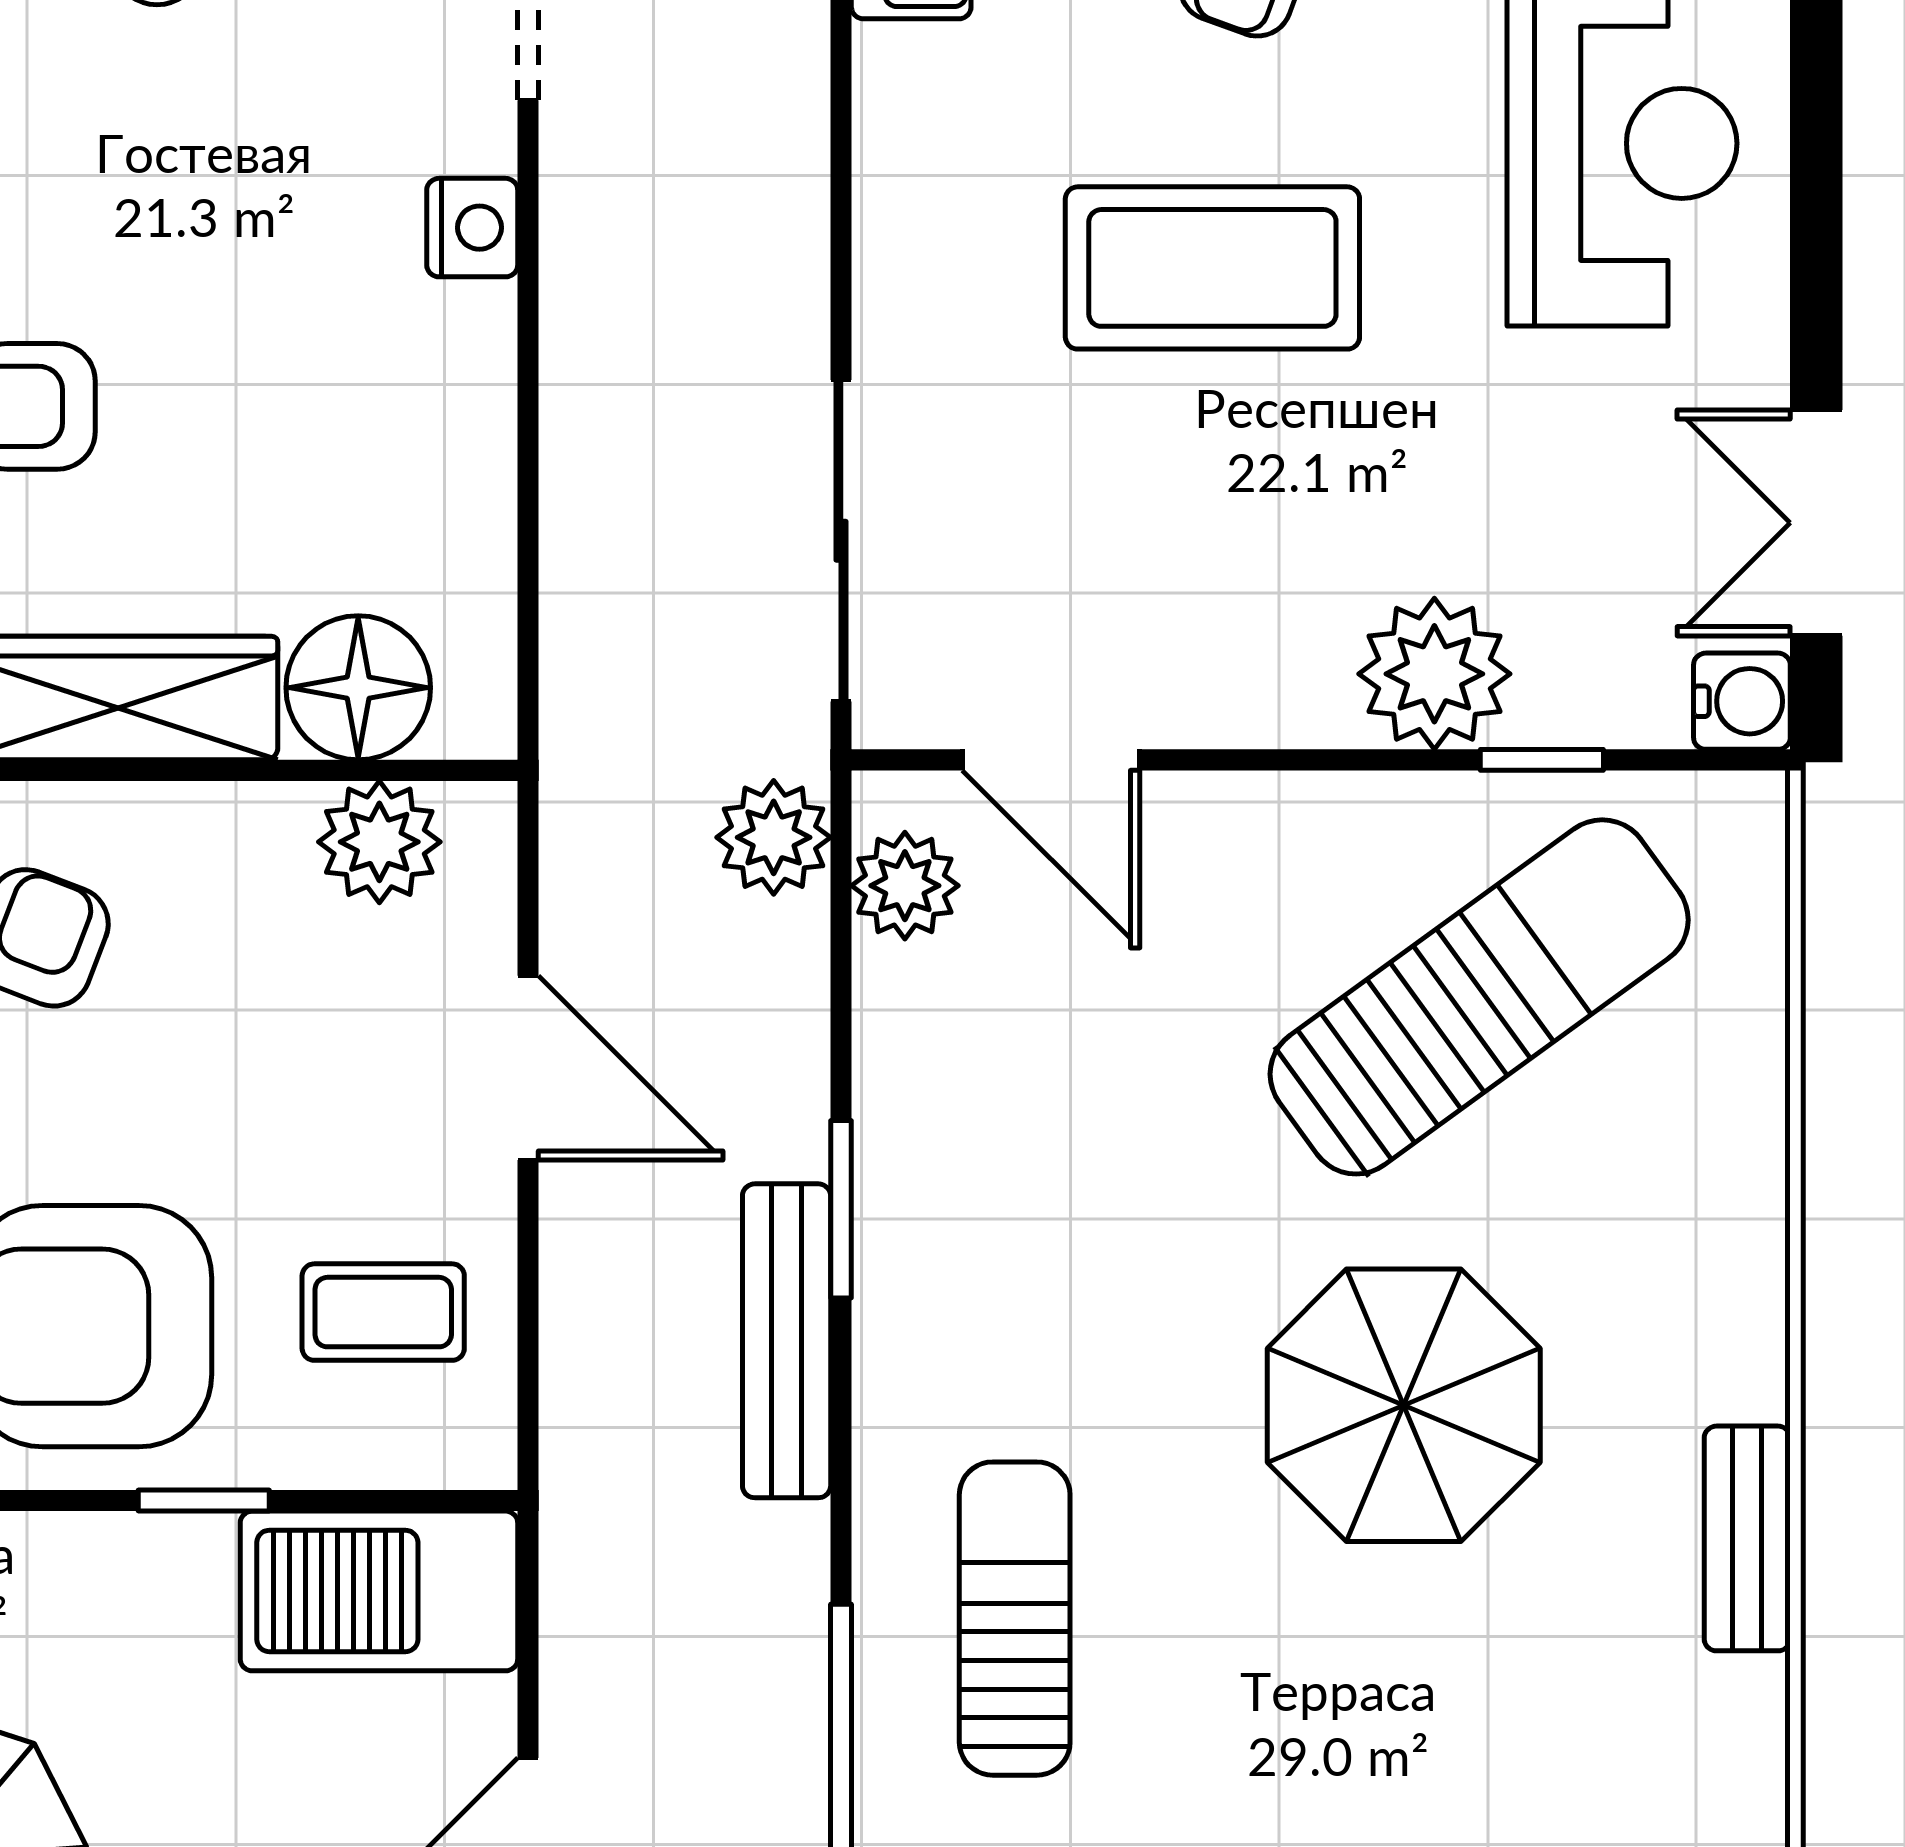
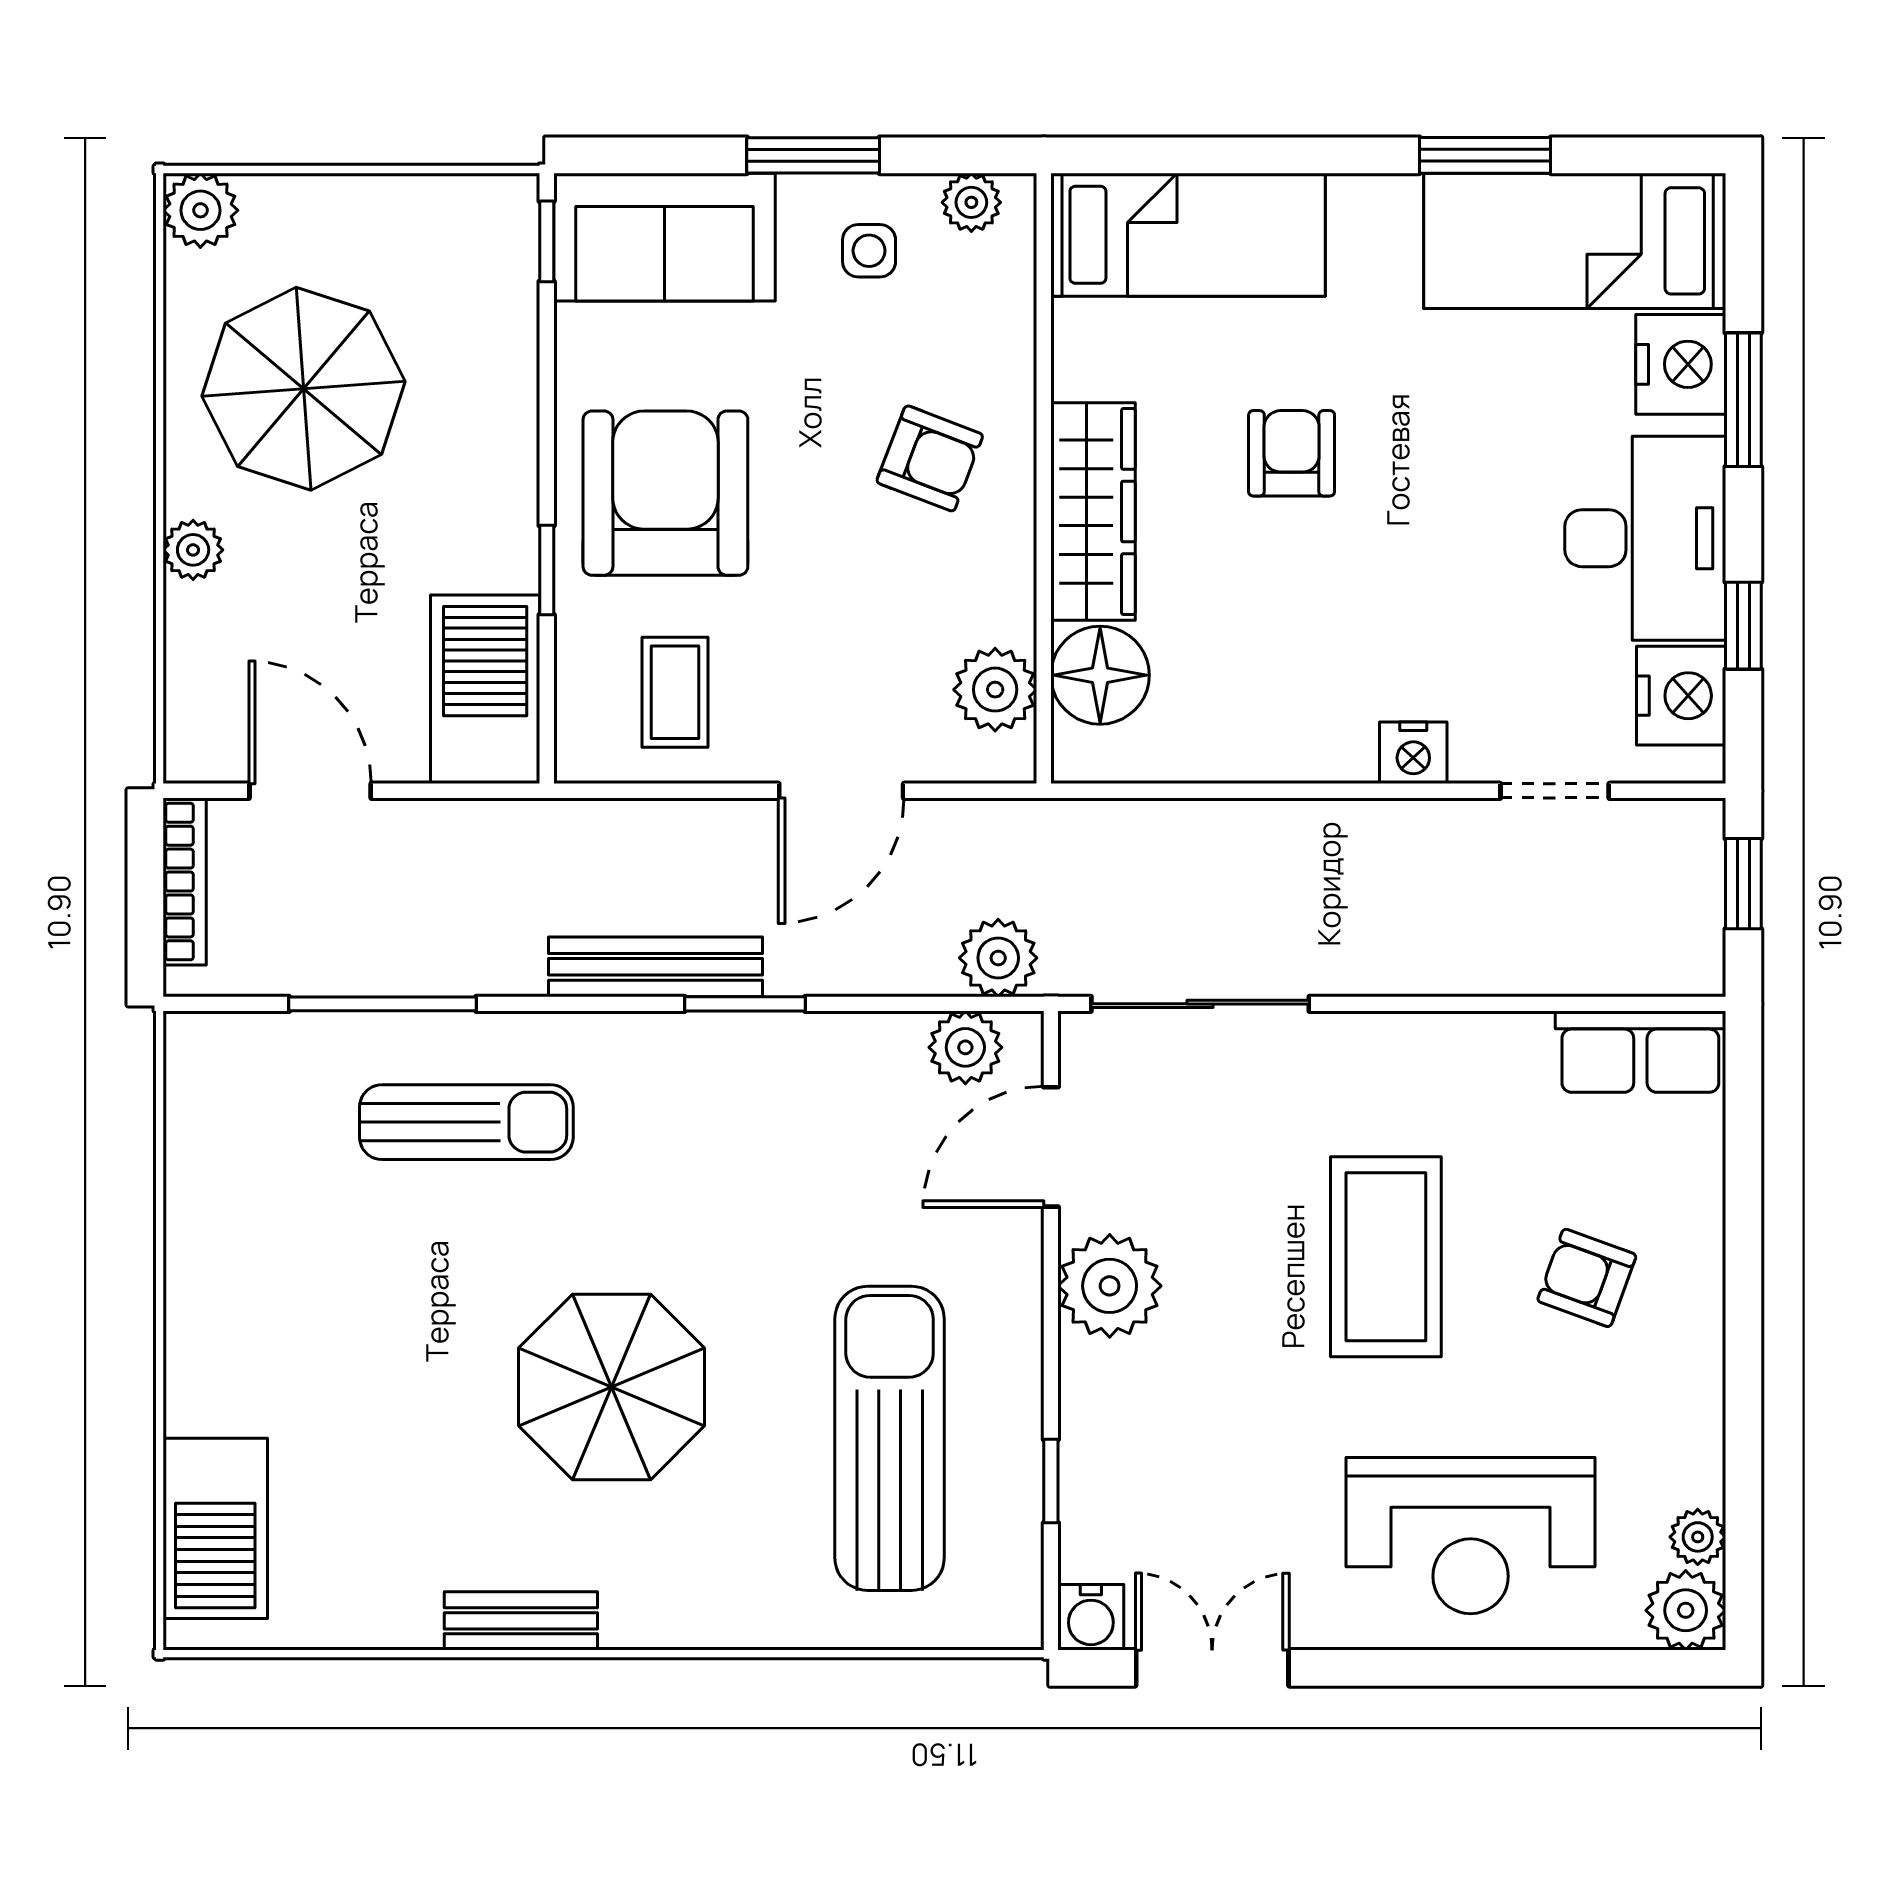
plant: (1434, 674) -> (1110, 1286), moved
sun lounger: (1479, 997) -> (890, 1438), turned -144

